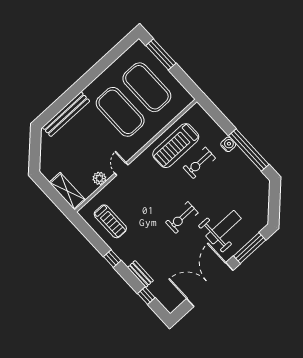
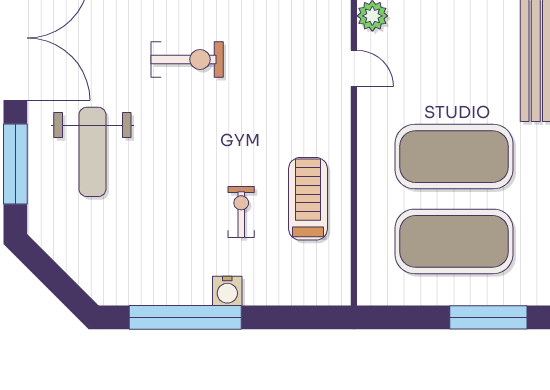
treadmill: (176, 146) -> (308, 199), width x0.73, depth x0.73
exercise bike: (199, 163) -> (241, 212), width x0.73, depth x0.72
exercise bike: (182, 218) -> (187, 60), moved, turned 90

